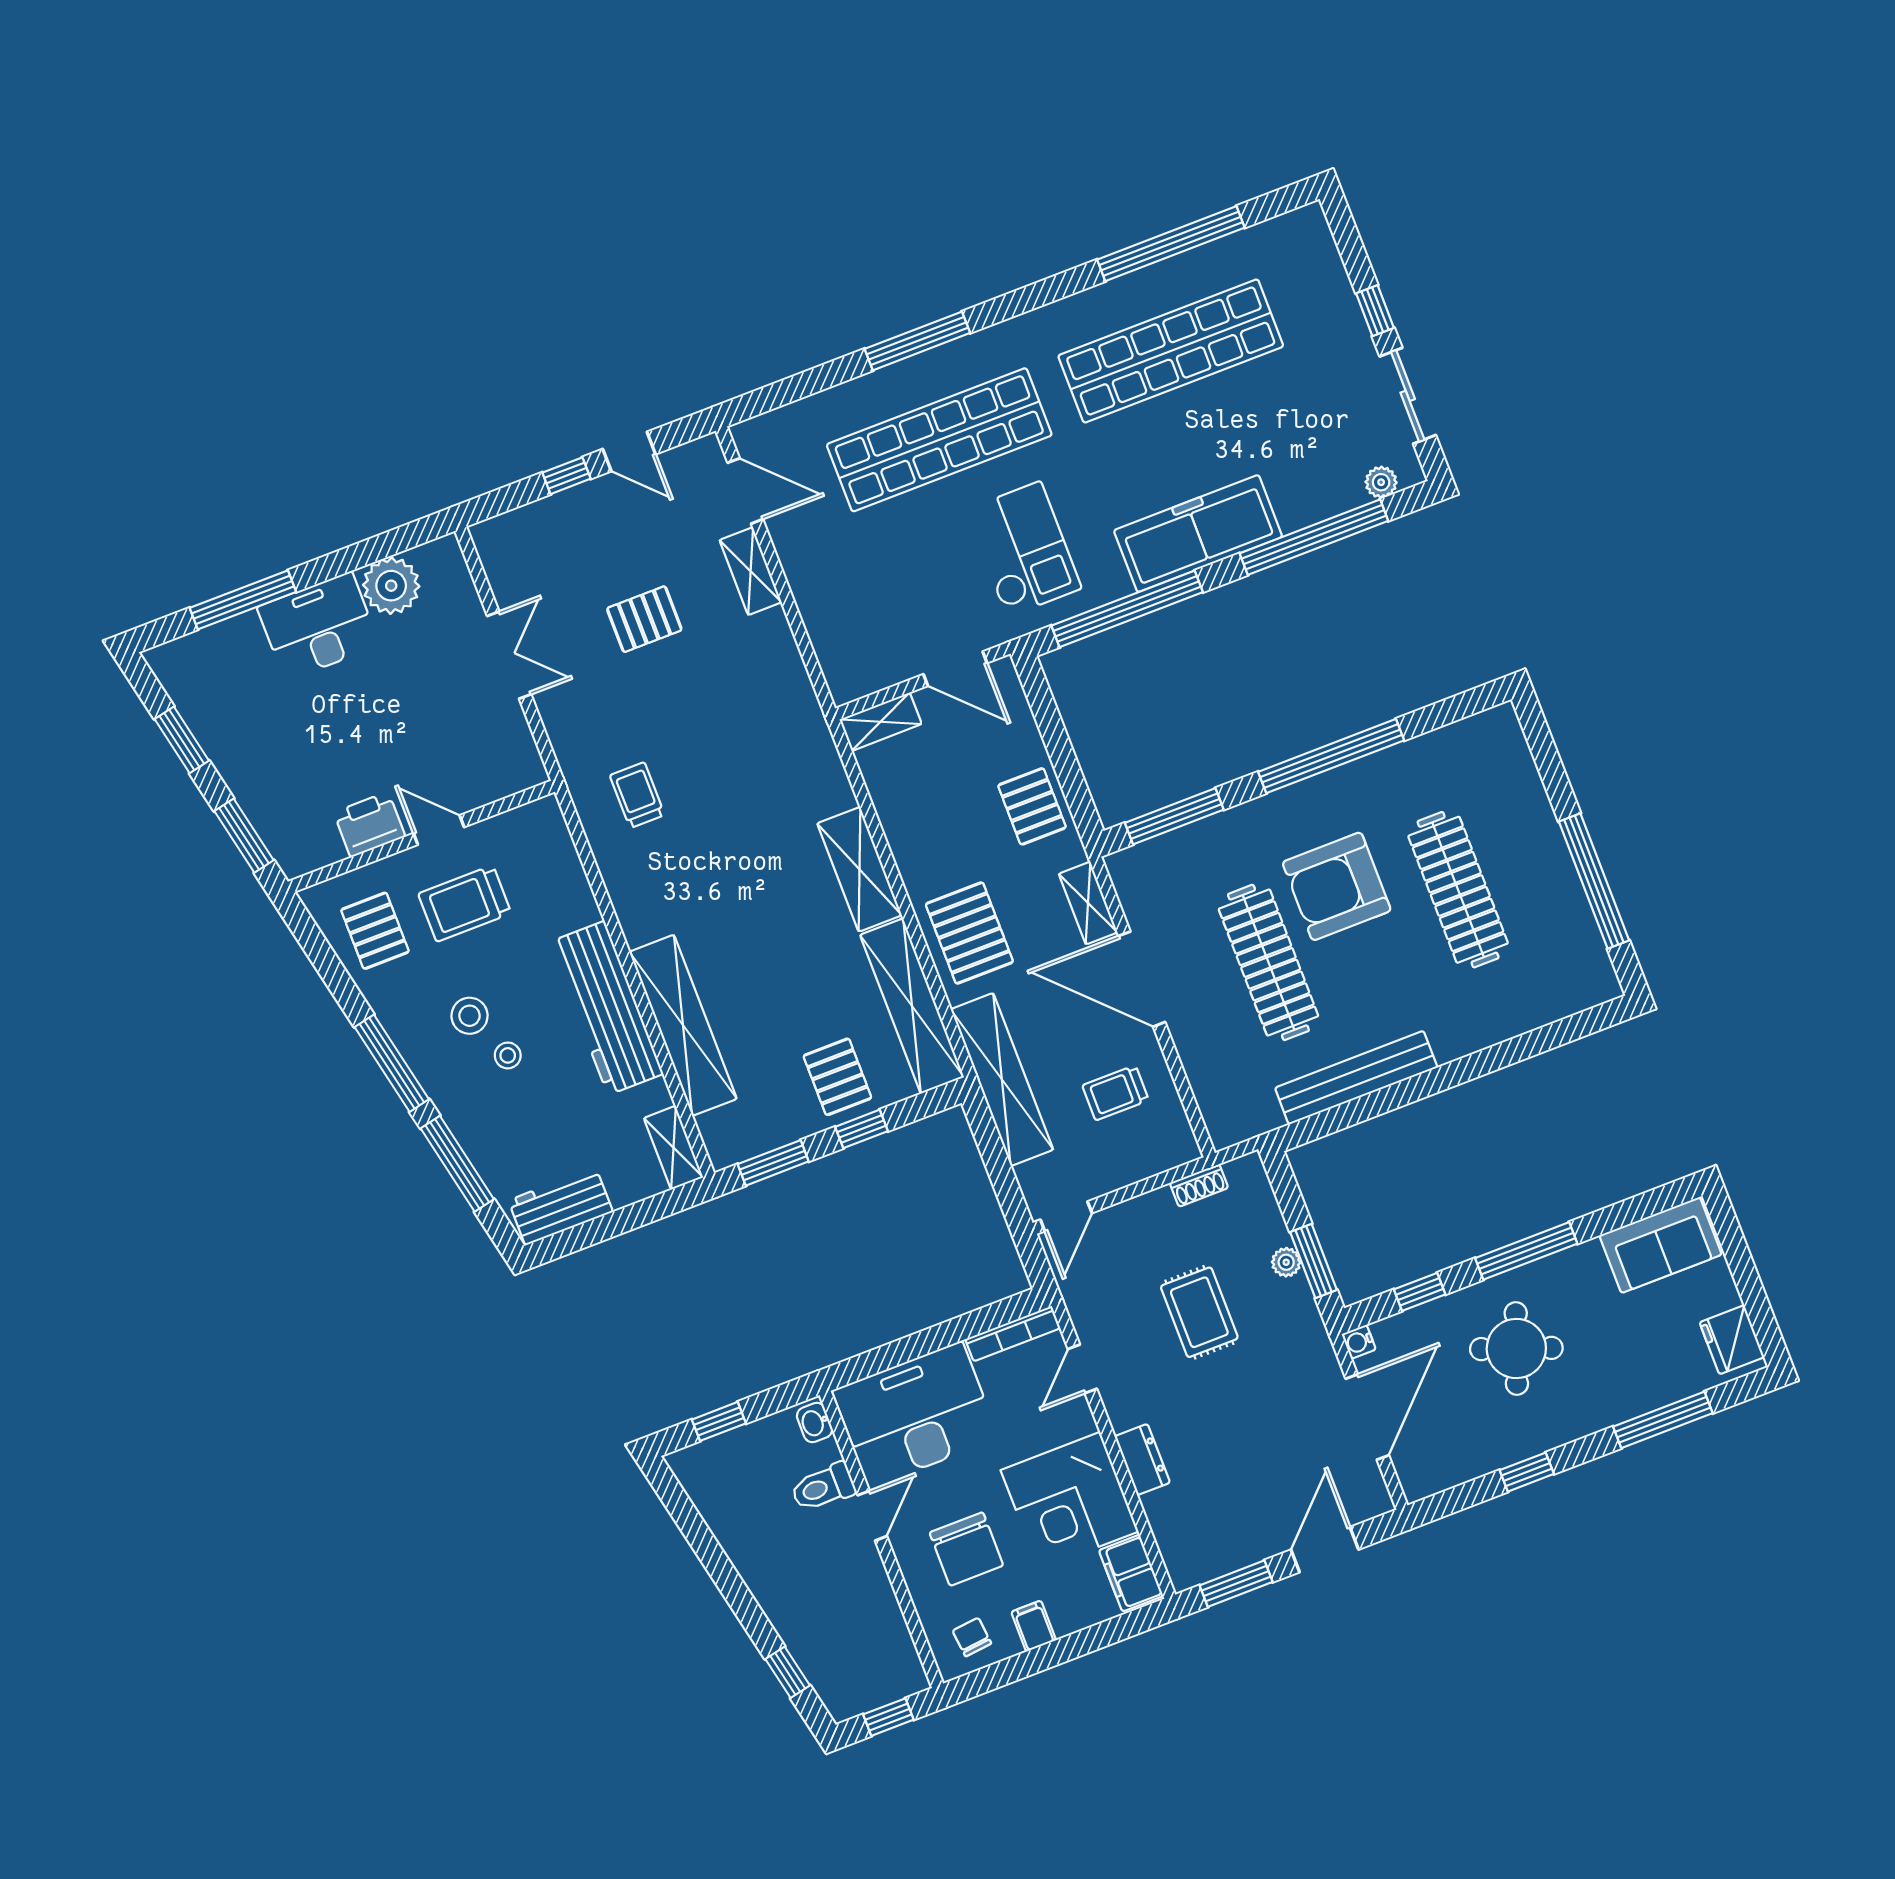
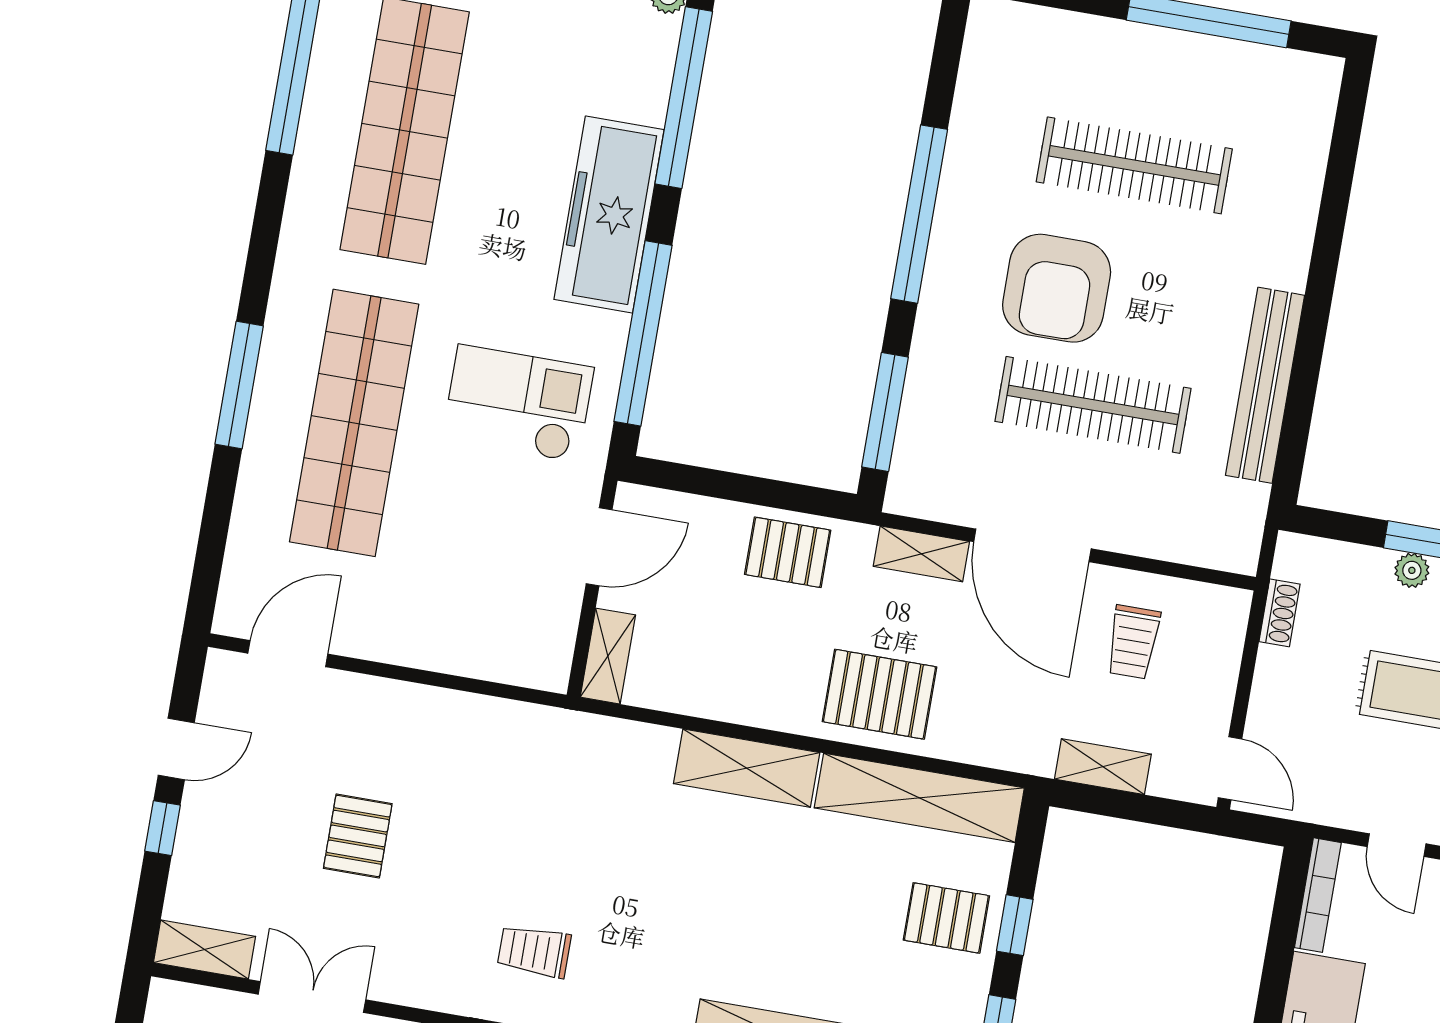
shelving: (751, 571) -> (205, 949), moved
door: (1142, 979) -> (1032, 545), hinge flipped
shelving: (1002, 1079) -> (1103, 767), width x0.45, depth x0.75

